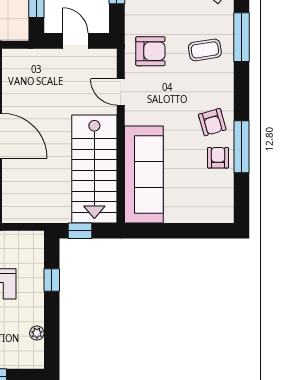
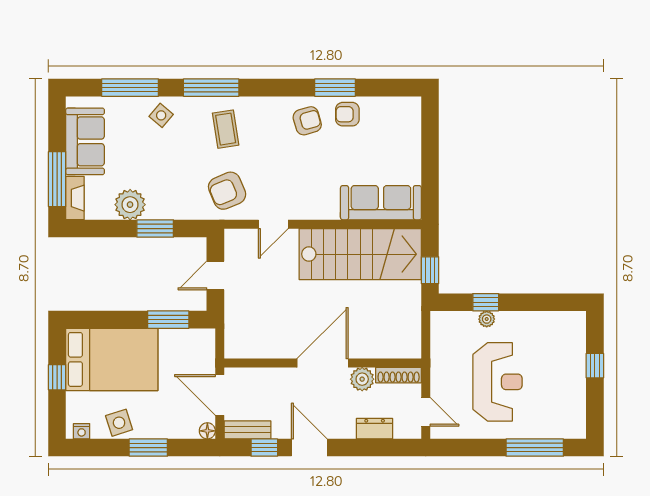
armchair: (150, 51) -> (227, 191), turned -113
window: (242, 147) -> (335, 88), width x0.69
sofa: (144, 174) -> (381, 203), width x0.74, depth x0.79
plant: (37, 333) -> (487, 319), moved

